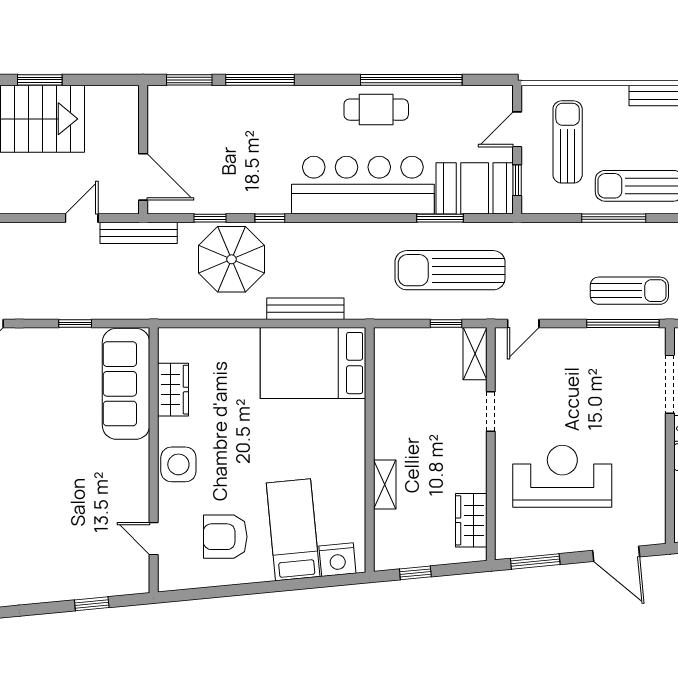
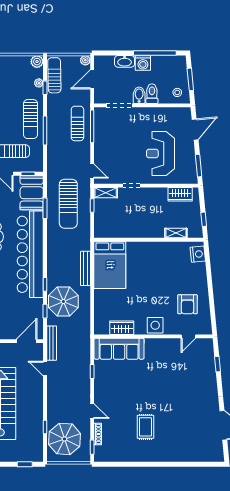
bar counter: (363, 185) -> (30, 254), width x1.36
shelving: (385, 485) -> (176, 233), moved
bed: (293, 530) -> (184, 274), removed

